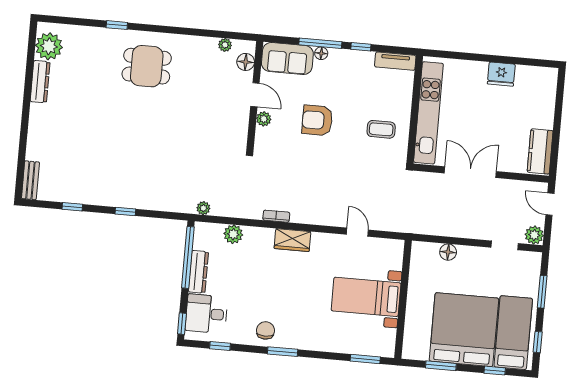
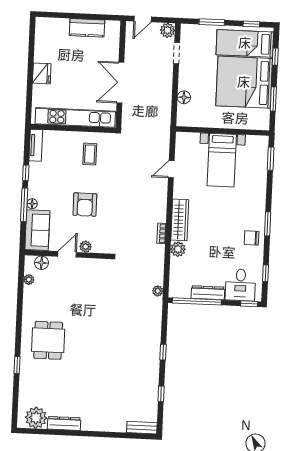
fridge: (501, 74) -> (42, 73), moved
kitchen counter: (540, 151) -> (87, 28), moved
plant: (233, 234) -> (178, 249), moved
wardrobe: (292, 240) -> (180, 220), width x1.50

